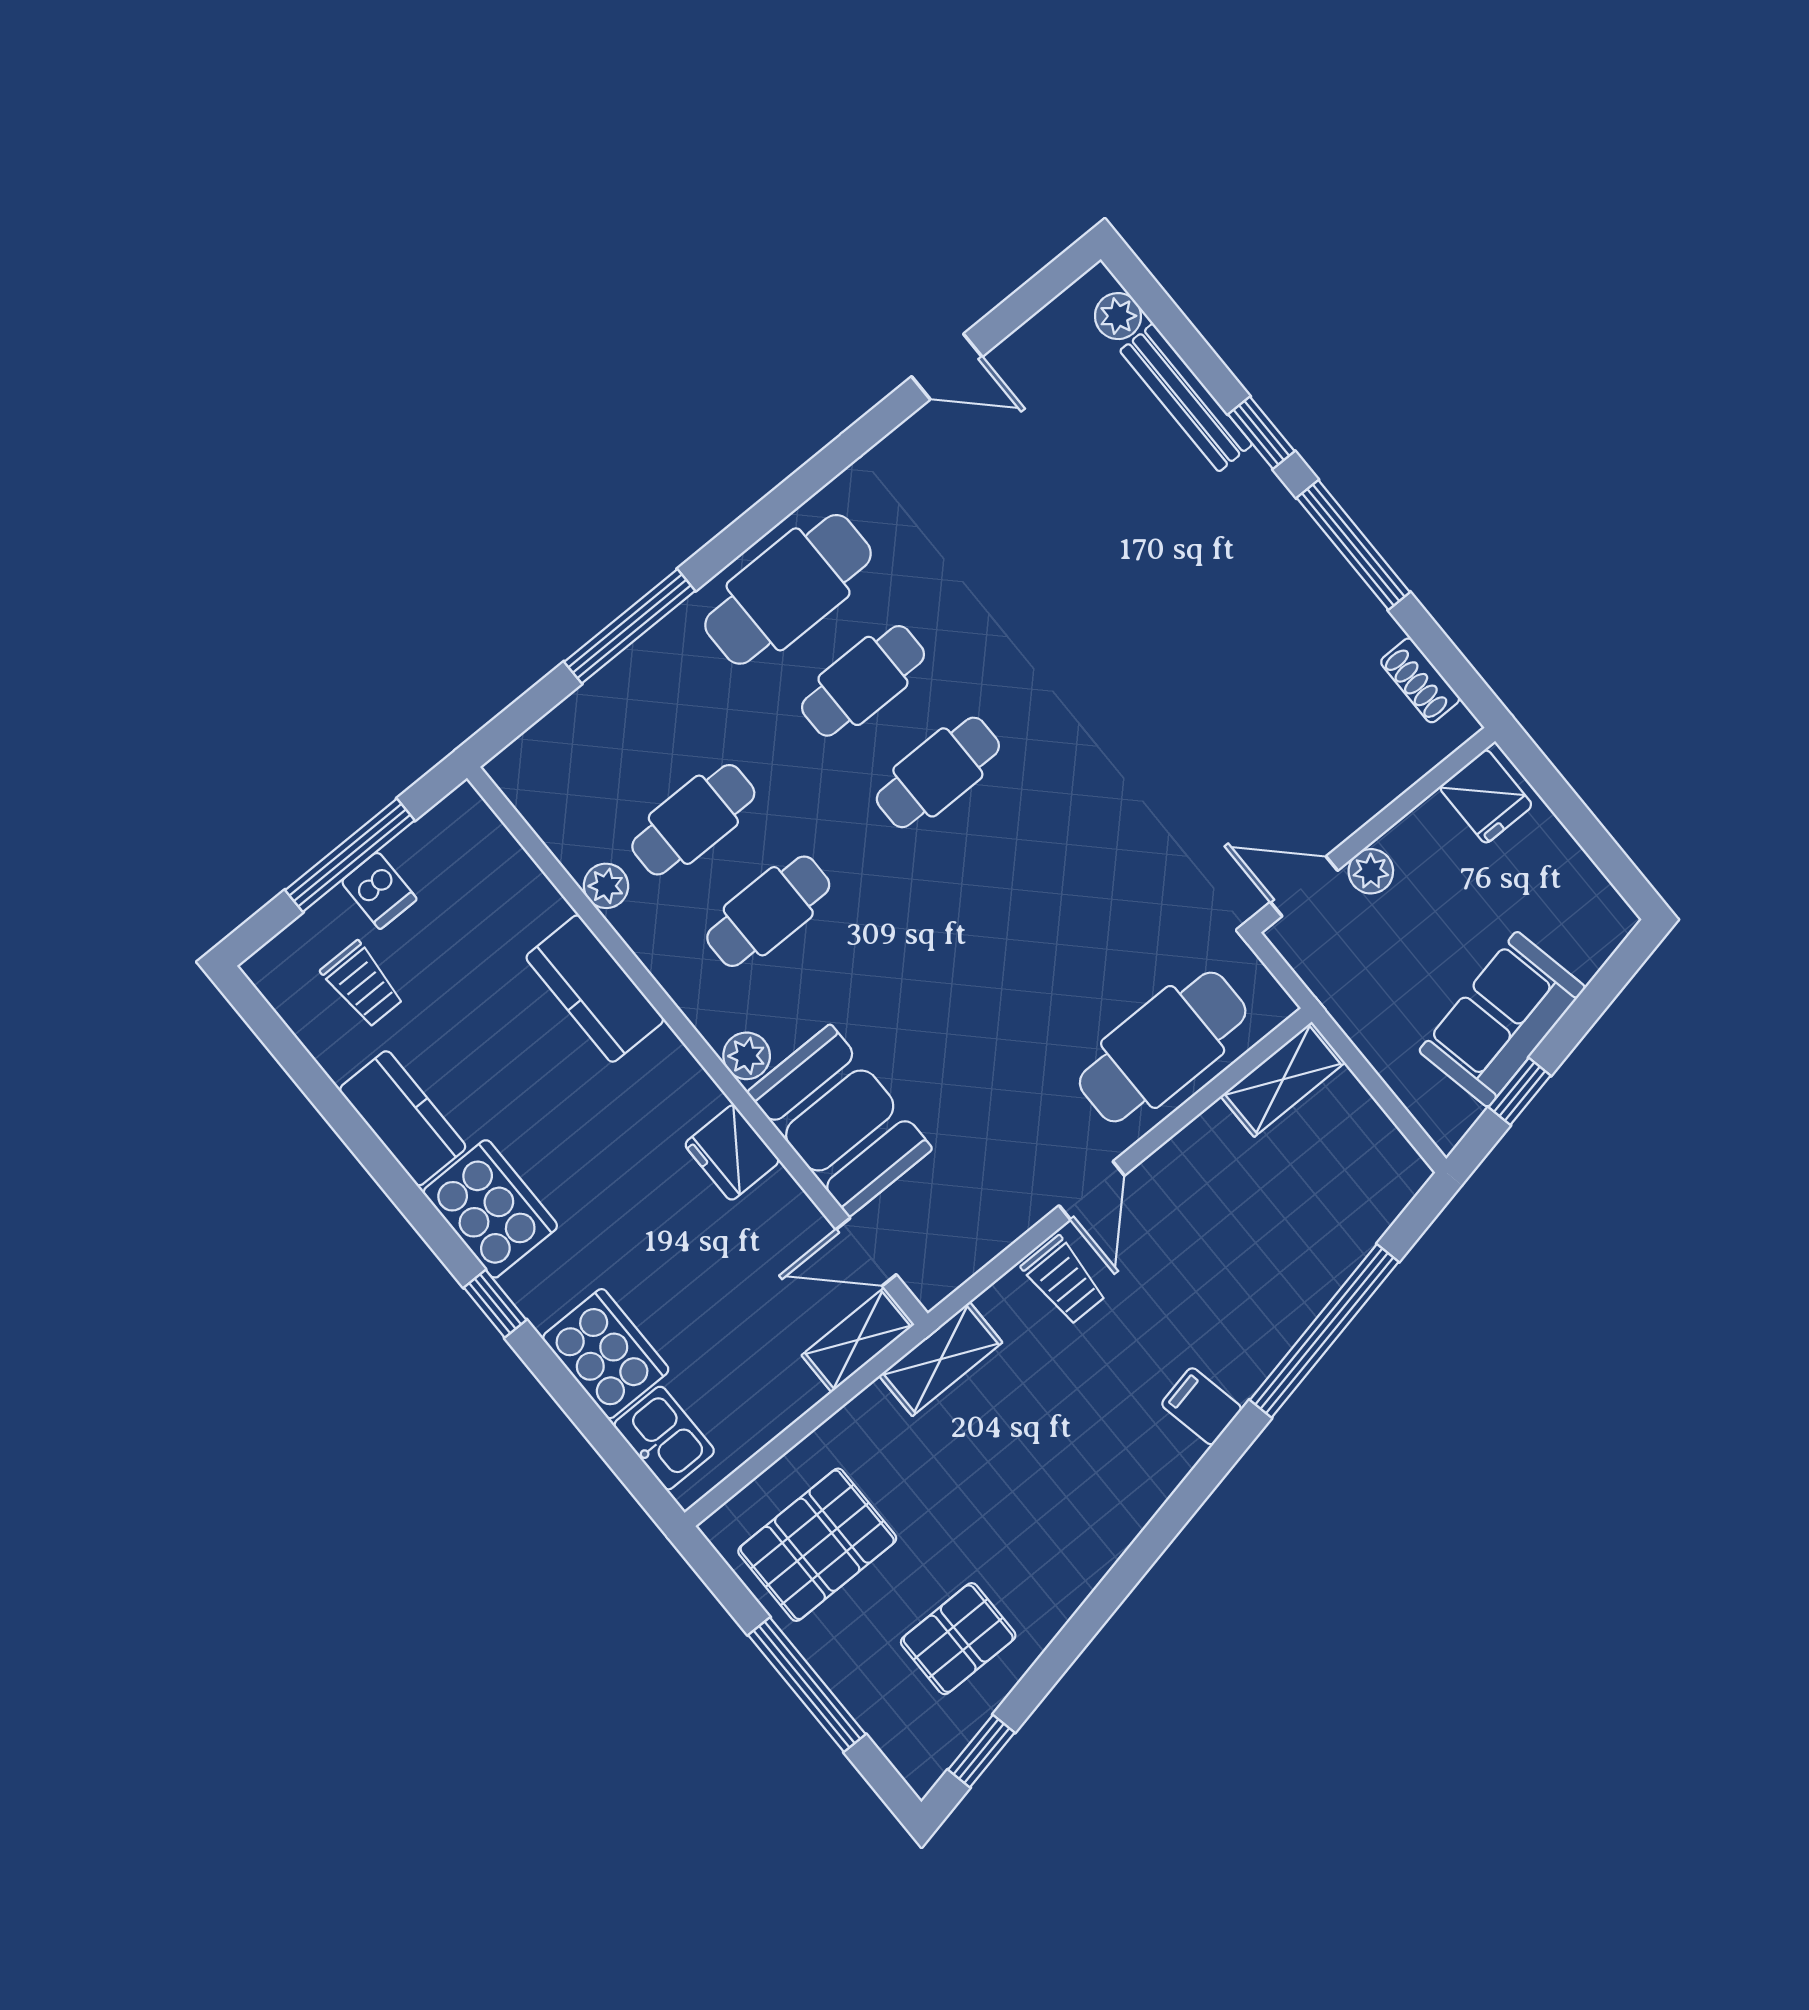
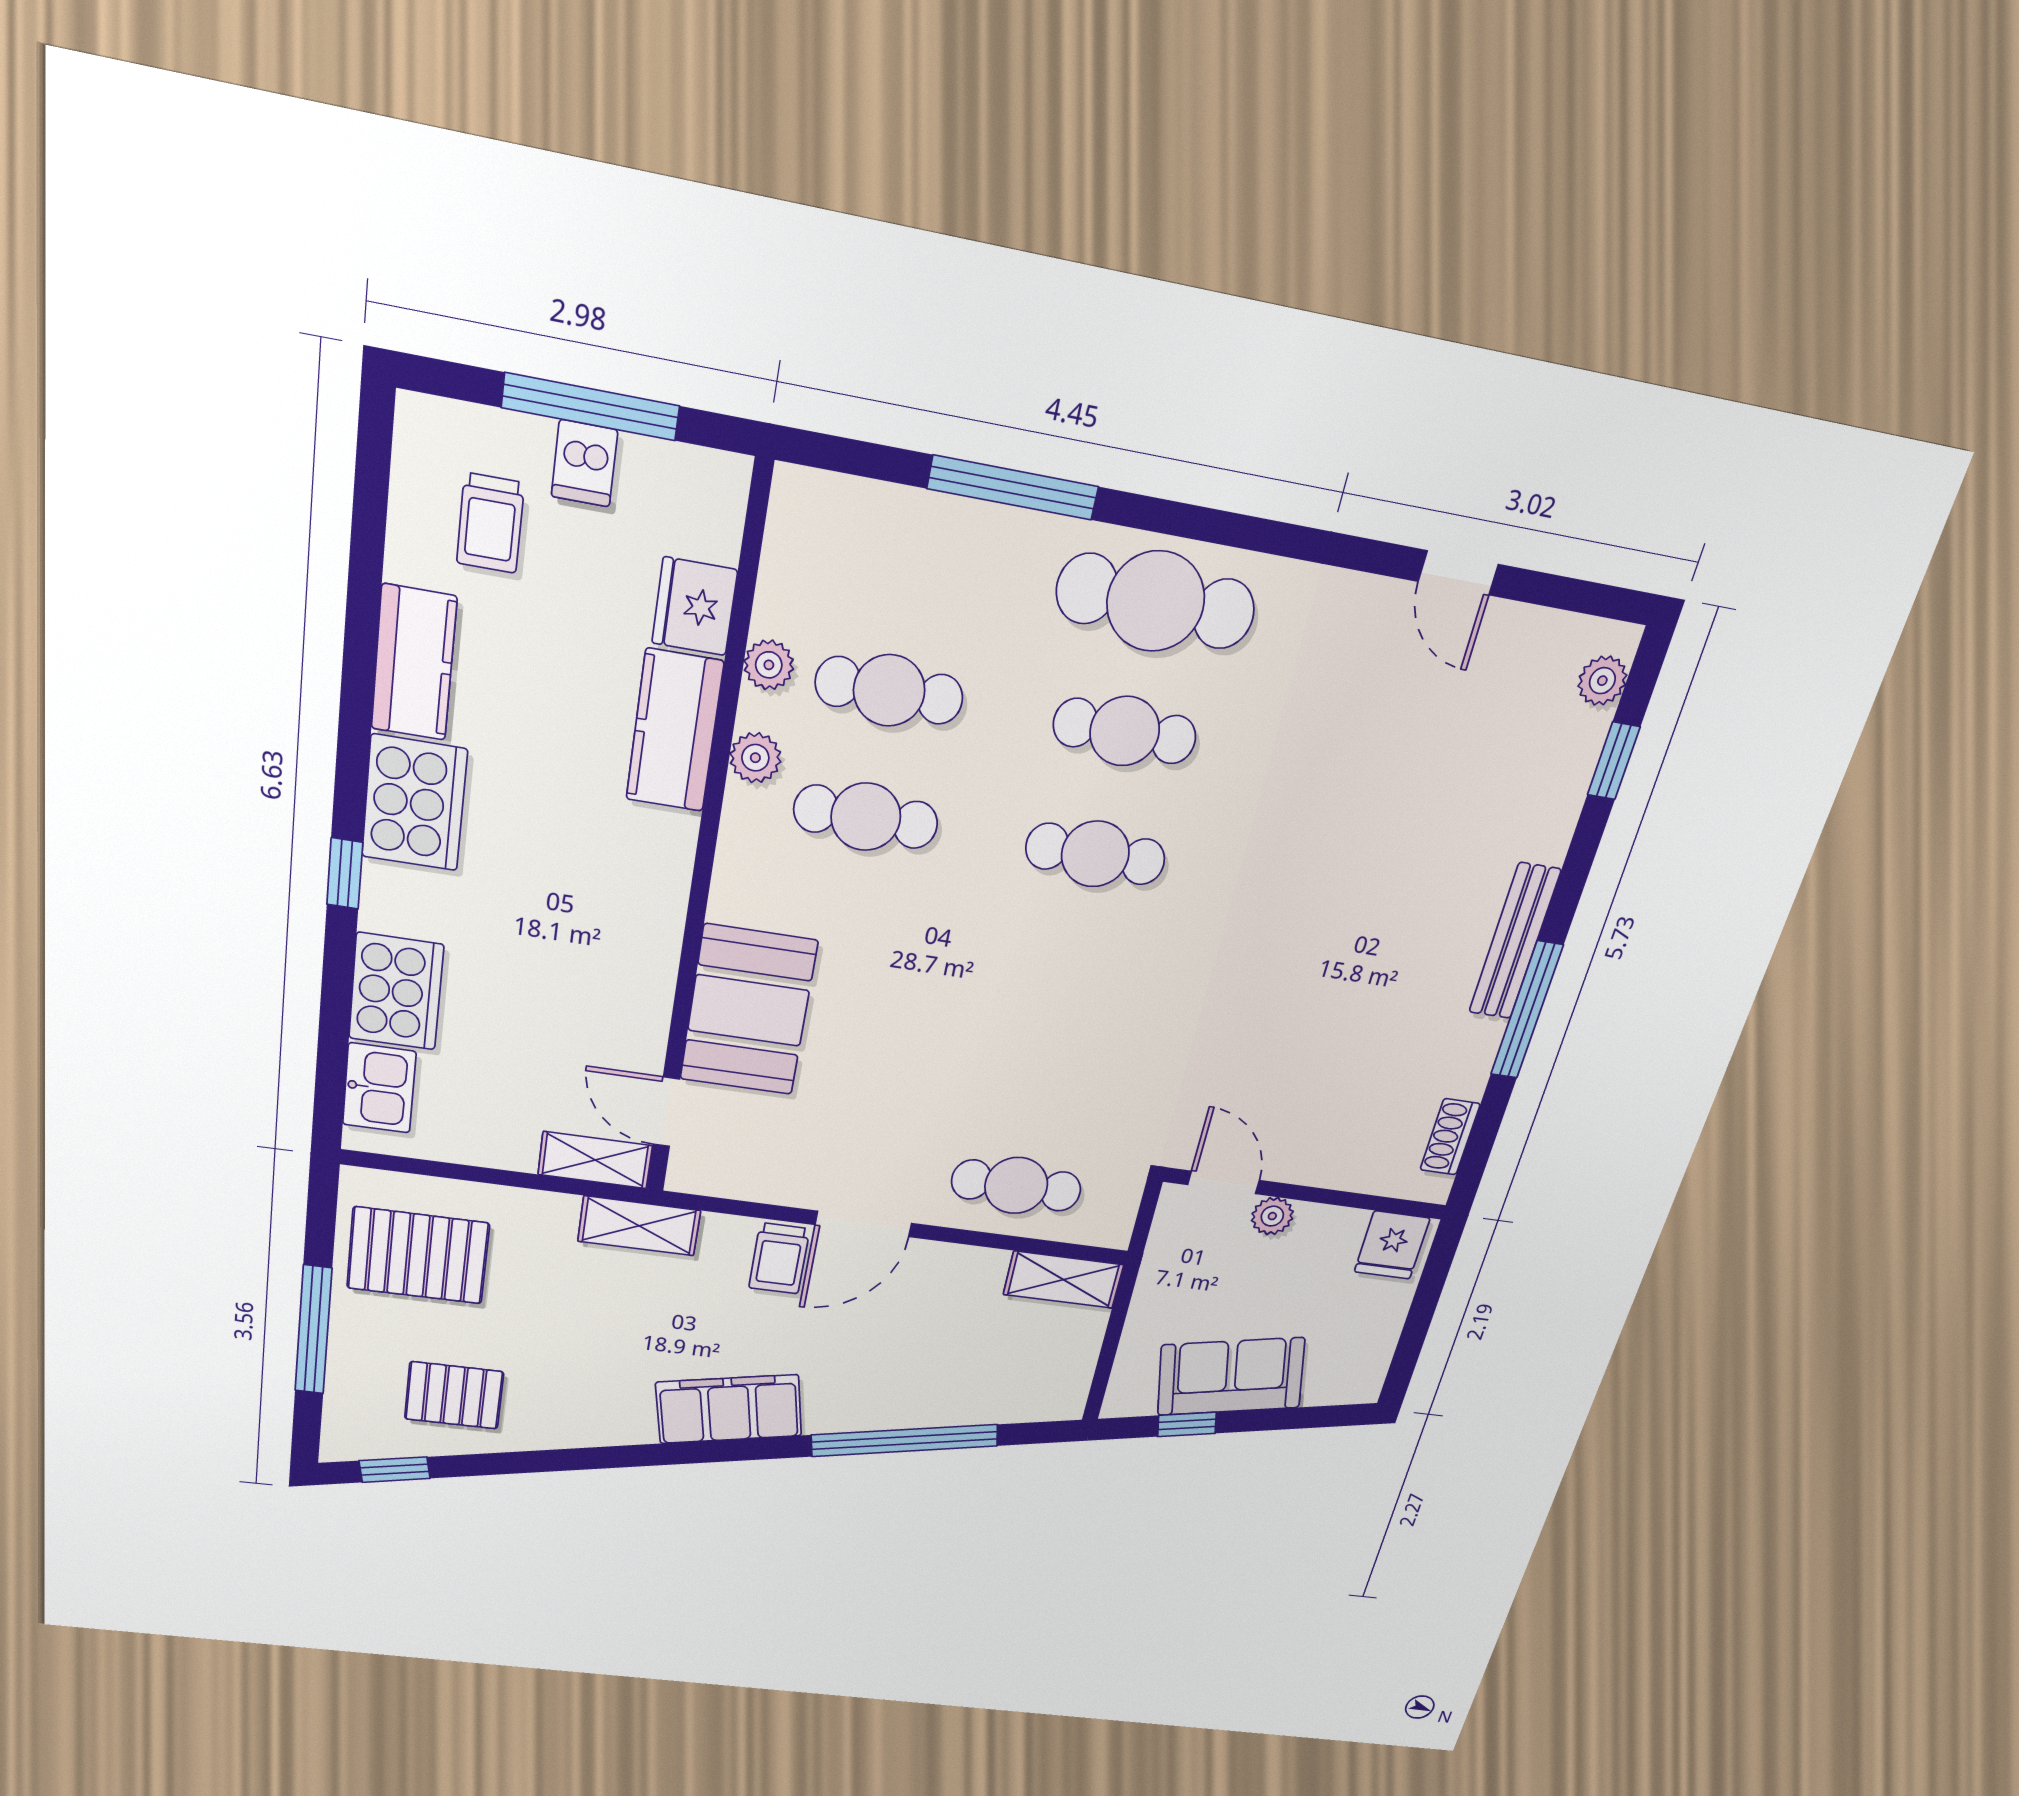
bench: (1186, 398) -> (1515, 941), moved
window: (1261, 433) -> (1614, 761), moved
cafe table: (1163, 1047) -> (1016, 1185), width x0.73, depth x0.74
plant: (747, 1056) -> (755, 758), moved
fridge: (732, 1153) -> (695, 606), moved
door: (1092, 1191) -> (863, 1224), width x1.38
filing cabinet: (1202, 1406) -> (729, 1409), width x3.00, depth x1.17

